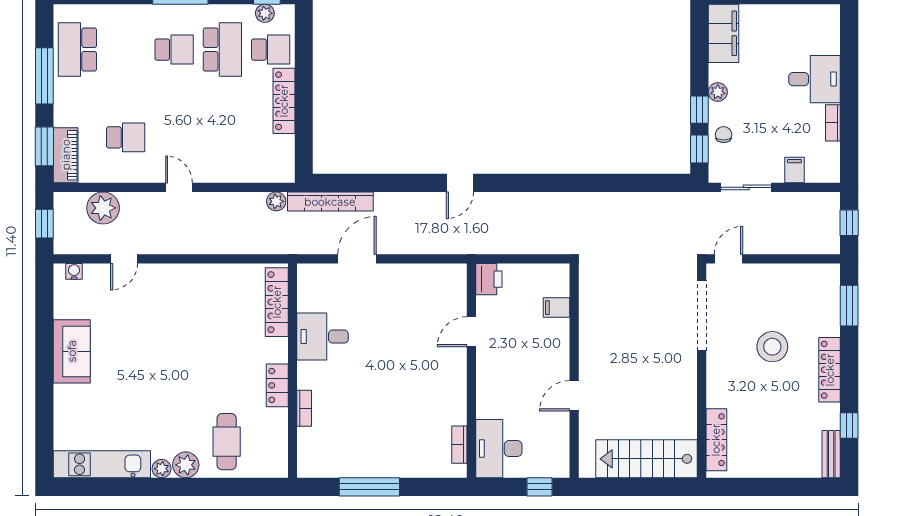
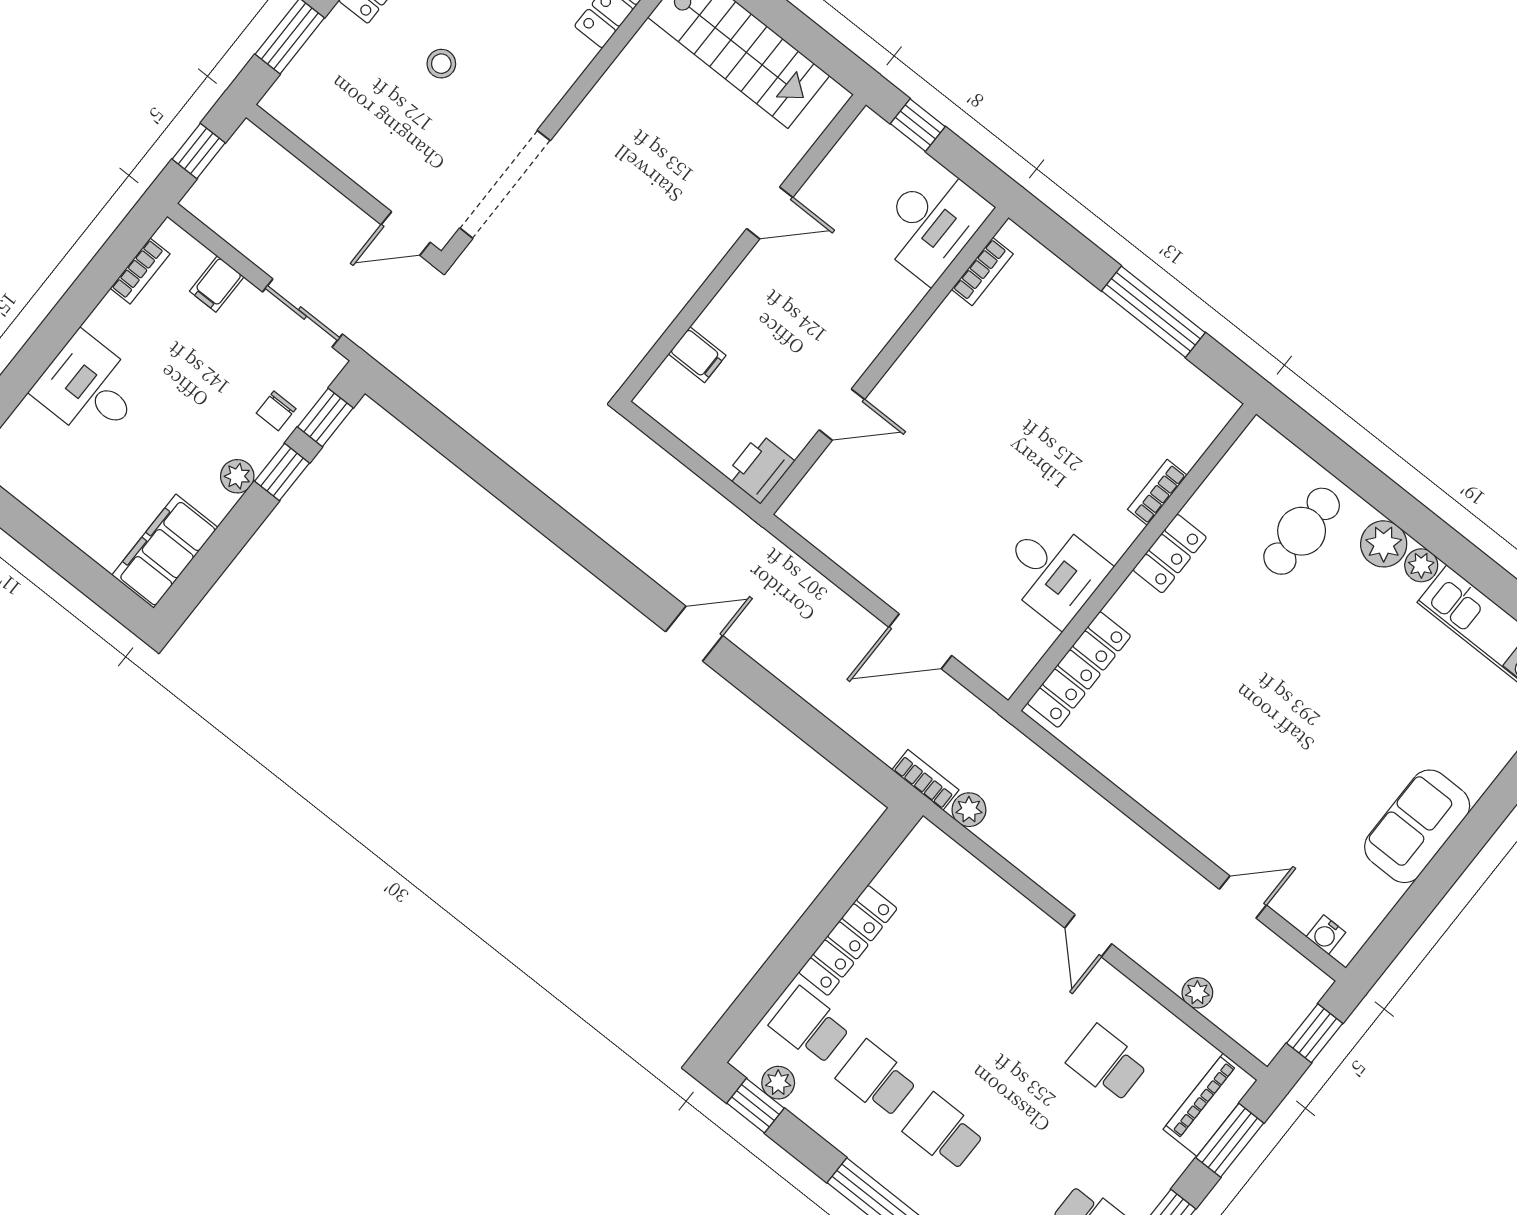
school desk: (222, 50) -> (877, 1079), width x0.54
bookcase: (833, 123) -> (140, 271), moved
bookcase: (330, 202) -> (925, 780), width x0.43, depth x0.76
plant: (103, 208) -> (1197, 993), width x0.53, depth x0.53
stool: (772, 347) -> (441, 64), width x0.53, depth x0.53

